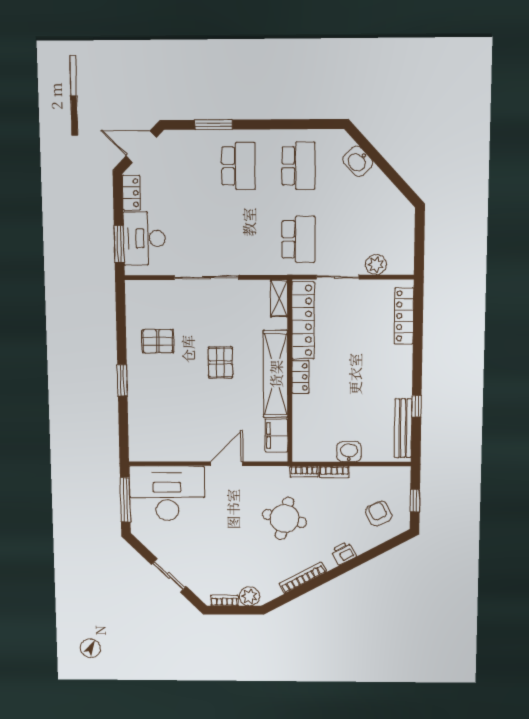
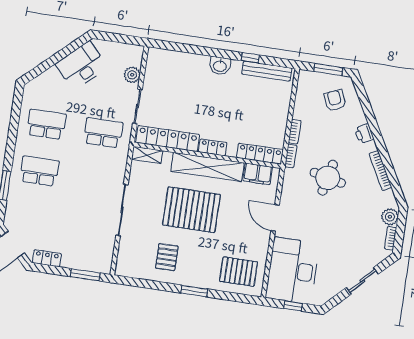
washbasin: (358, 161) -> (50, 78), removed
desk: (144, 238) -> (82, 66), moved, turned 137
locker: (404, 316) -> (260, 154), moved, turned 180
pallet: (220, 362) -> (191, 210), width x2.05, depth x2.00
pallet: (155, 430) -> (239, 272), added
washbasin: (349, 452) -> (220, 66), moved, turned -90
window: (125, 500) -> (293, 306), width x0.46
window: (415, 501) -> (328, 70), width x1.50
armchair: (379, 514) -> (335, 100), turned 92

